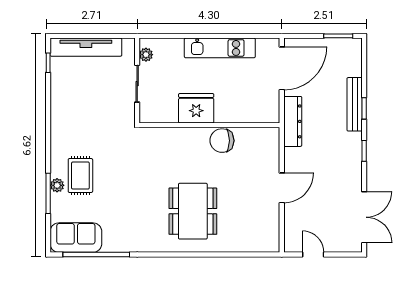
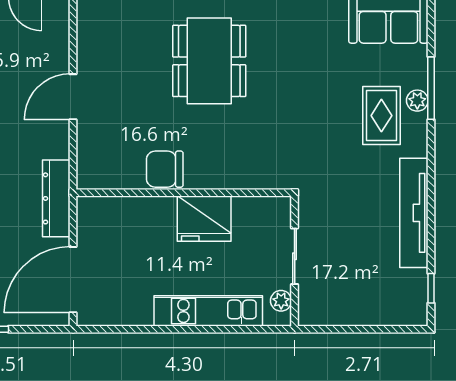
tv unit: (86, 47) -> (414, 213), moved, turned -90
kitchen unit: (220, 48) -> (208, 311), moved
chair: (222, 141) -> (165, 169), turned 180

